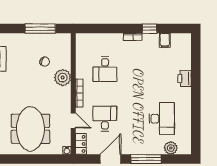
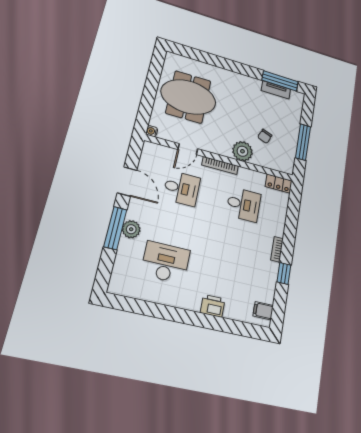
filing cabinet: (165, 40) -> (263, 311), moved
desk: (105, 69) -> (244, 205), turned 180
desk: (162, 119) -> (165, 262), turned 180
locker: (81, 144) -> (279, 184), moved
plant: (171, 148) -> (131, 229), moved

